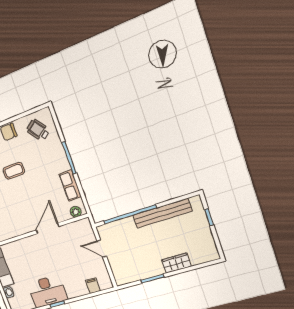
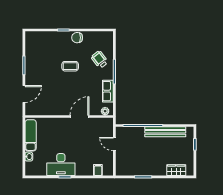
wheelchair: (38, 130) -> (100, 60), moved
wardrobe: (176, 263) -> (176, 170), moved

